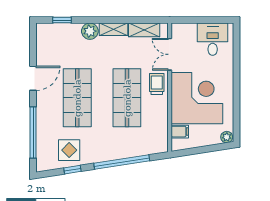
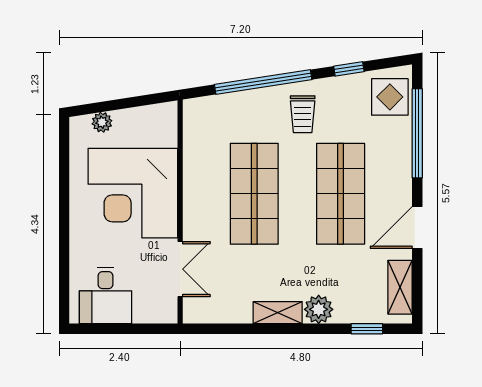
shelving: (144, 30) -> (400, 287), moved, turned 90
trolley: (157, 84) -> (303, 114), moved
filing cabinet: (180, 132) -> (163, 135), removed
plant: (227, 137) -> (102, 122), moved
display table: (69, 150) -> (390, 97), moved

